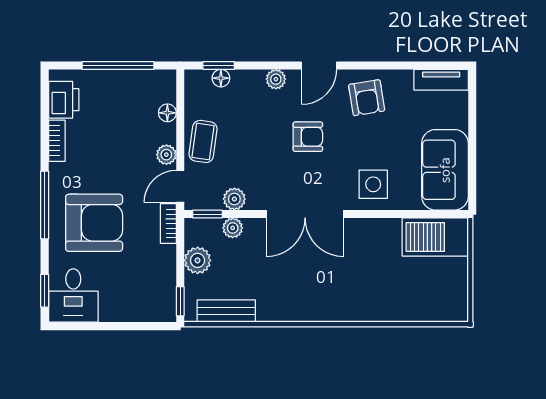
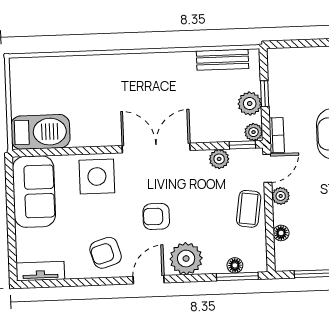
window: (219, 65) -> (237, 276), width x1.50
plant: (276, 79) -> (186, 259), width x1.87, depth x1.87
armchair: (367, 98) -> (106, 253), turned -98
side table: (373, 184) -> (97, 176), width x1.37, depth x1.37
plant: (233, 228) -> (254, 132), moved
window: (180, 301) -> (265, 94), moved

